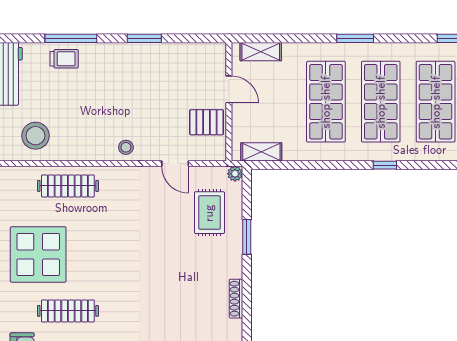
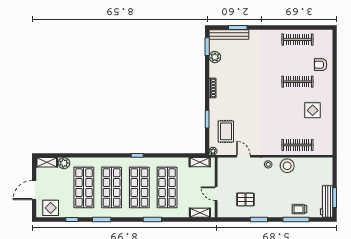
pallet: (207, 122) -> (246, 200), moved
stool: (35, 136) -> (287, 166), moved
display table: (38, 254) -> (313, 110), width x0.54, depth x0.54

